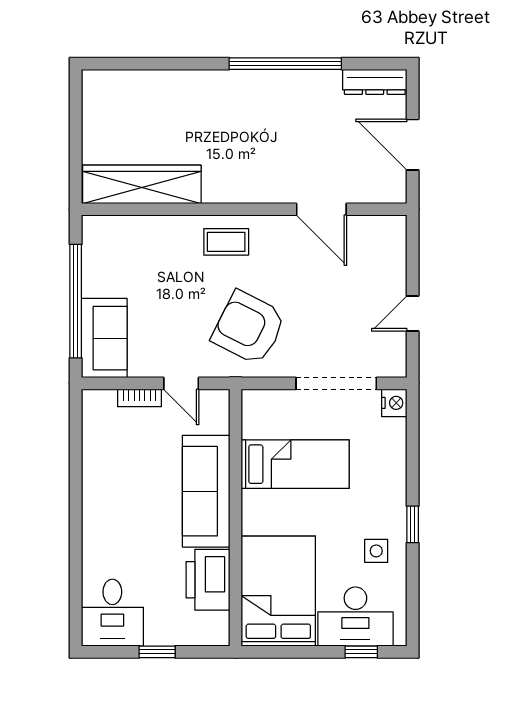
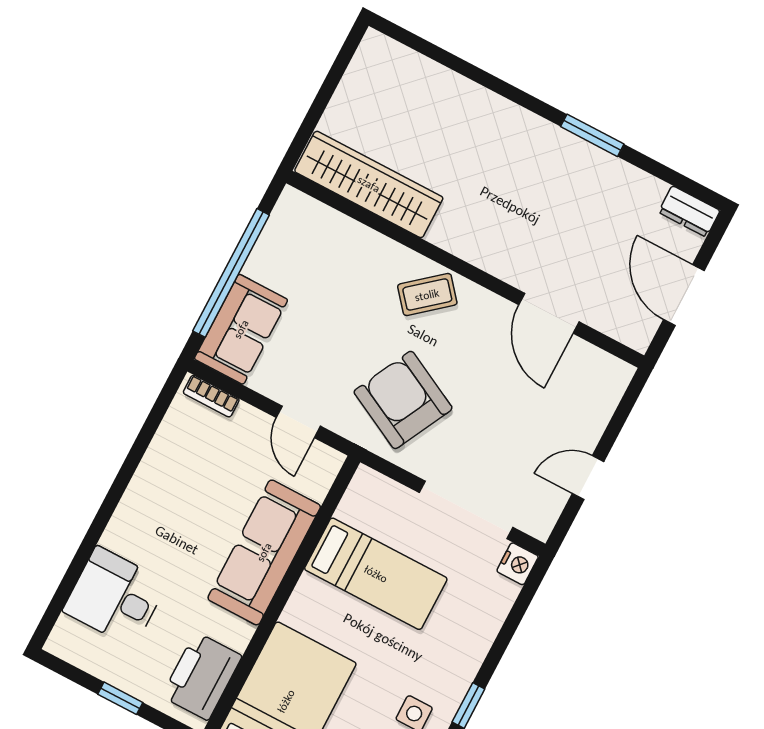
window: (285, 64) -> (592, 135), width x0.47
dresser: (375, 82) -> (689, 211), width x0.70
coffee table: (226, 242) -> (427, 295), turned -40
bookcase: (140, 398) -> (211, 396), moved
printer: (208, 580) -> (202, 676), moved
desk: (112, 613) -> (115, 597), moved, turned 90

